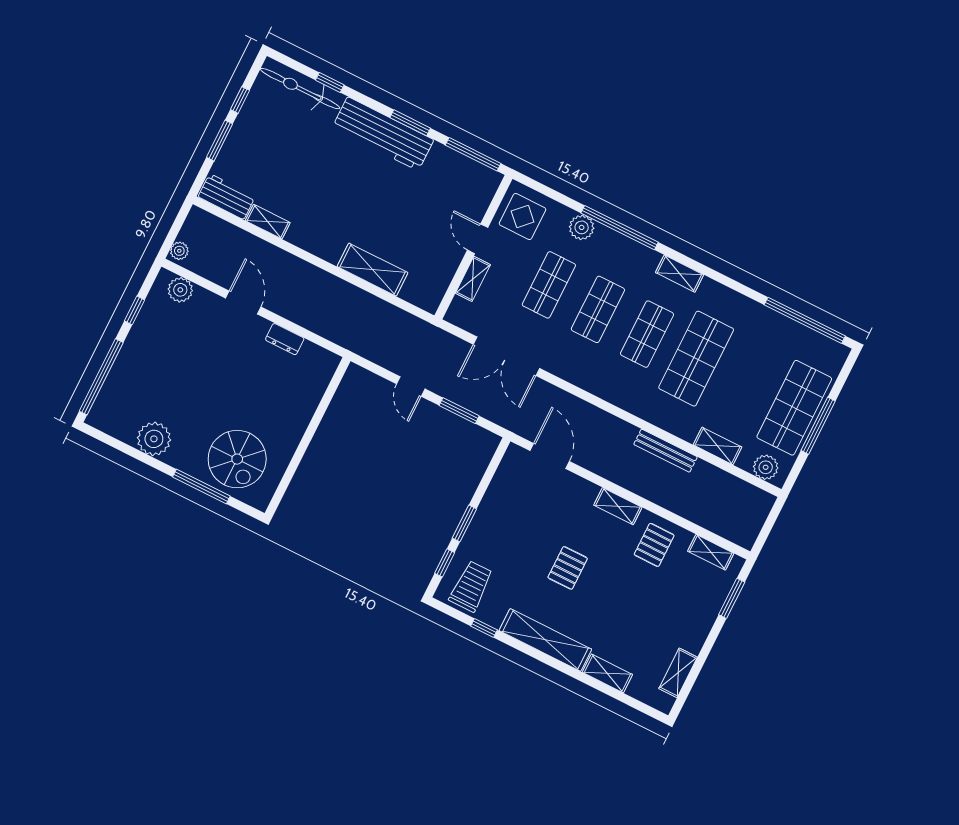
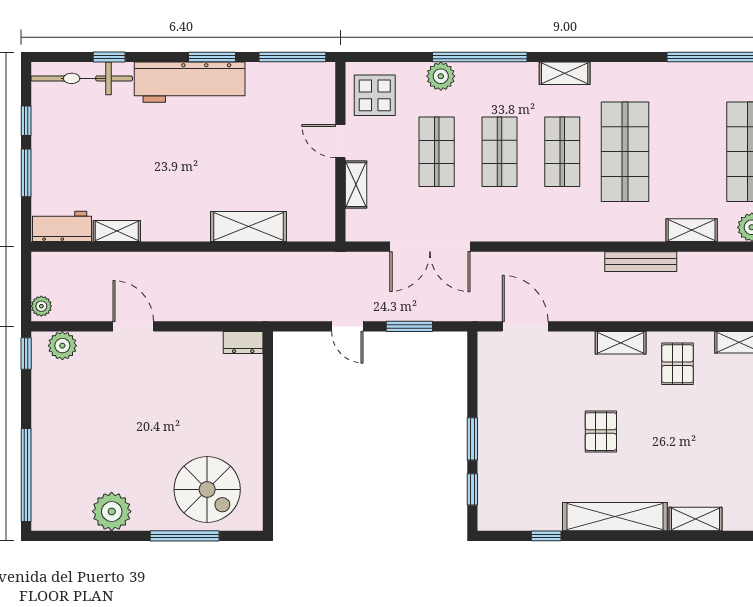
window: (134, 310) -> (26, 353), moved
dresser: (285, 339) -> (243, 342), moved
trolley: (471, 586) -> (511, 500), removed

